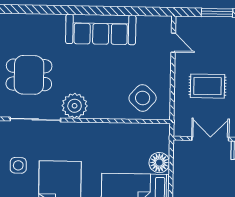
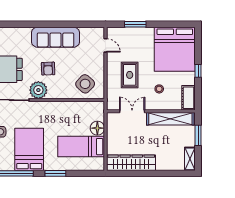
armchair: (89, 75) -> (48, 69), added
rug: (208, 86) -> (130, 75), turned 90

